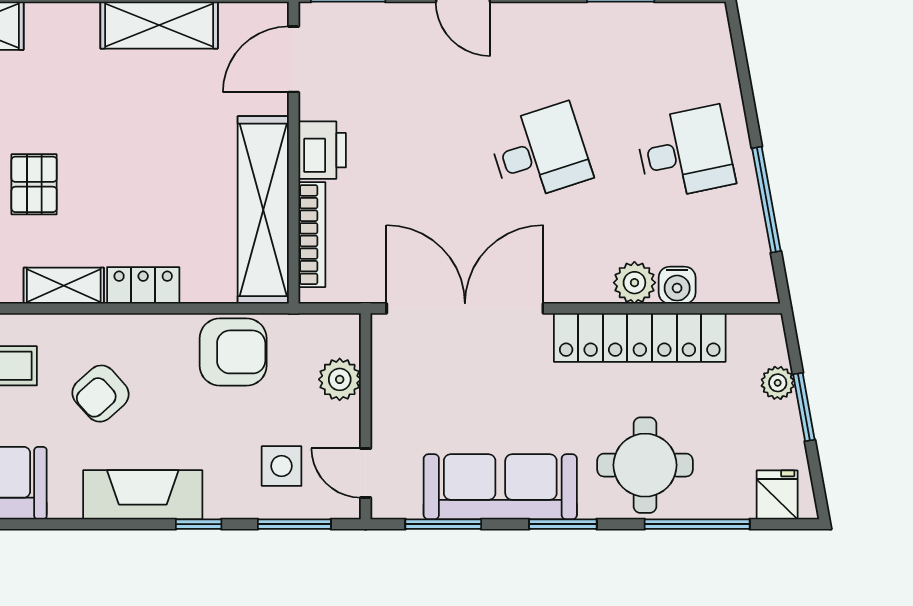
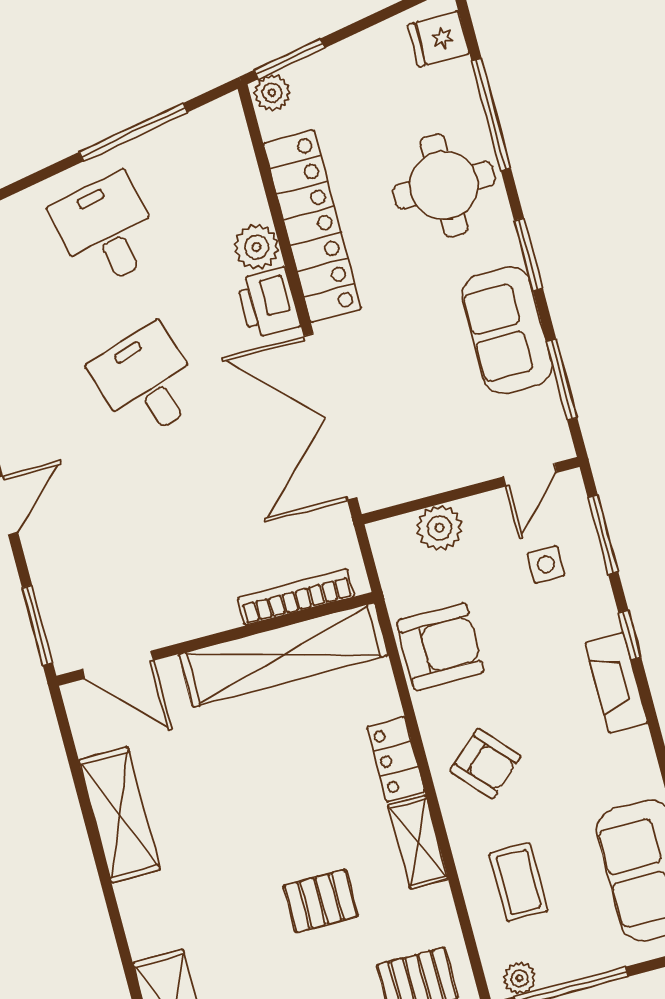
printer: (322, 150) -> (268, 303), moved, turned -90
water cooler: (677, 285) -> (247, 202), removed
armchair: (233, 352) -> (440, 647), turned 90
plant: (778, 383) -> (272, 93), moved
armchair: (101, 394) -> (485, 764), moved
window: (804, 407) -> (289, 59), moved
side table: (282, 466) -> (546, 565), width x0.73, depth x0.73
sofa: (500, 487) -> (507, 330), width x0.73
fireplace: (143, 495) -> (616, 683), width x0.73, depth x0.76

